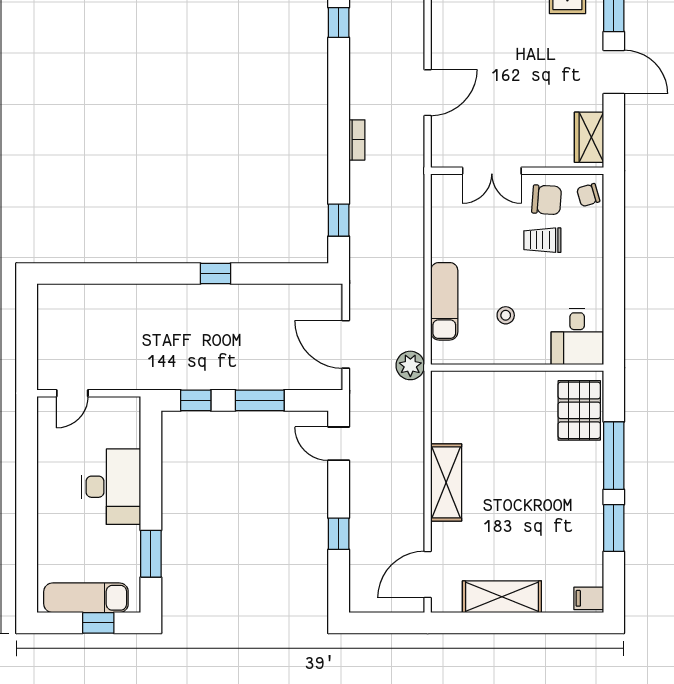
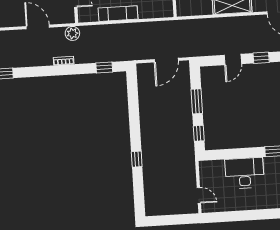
window: (216, 274) -> (137, 159), moved
exam couch: (444, 301) -> (118, 14), moved
plant: (410, 365) -> (72, 33), moved
door: (339, 444) -> (233, 60), moved

